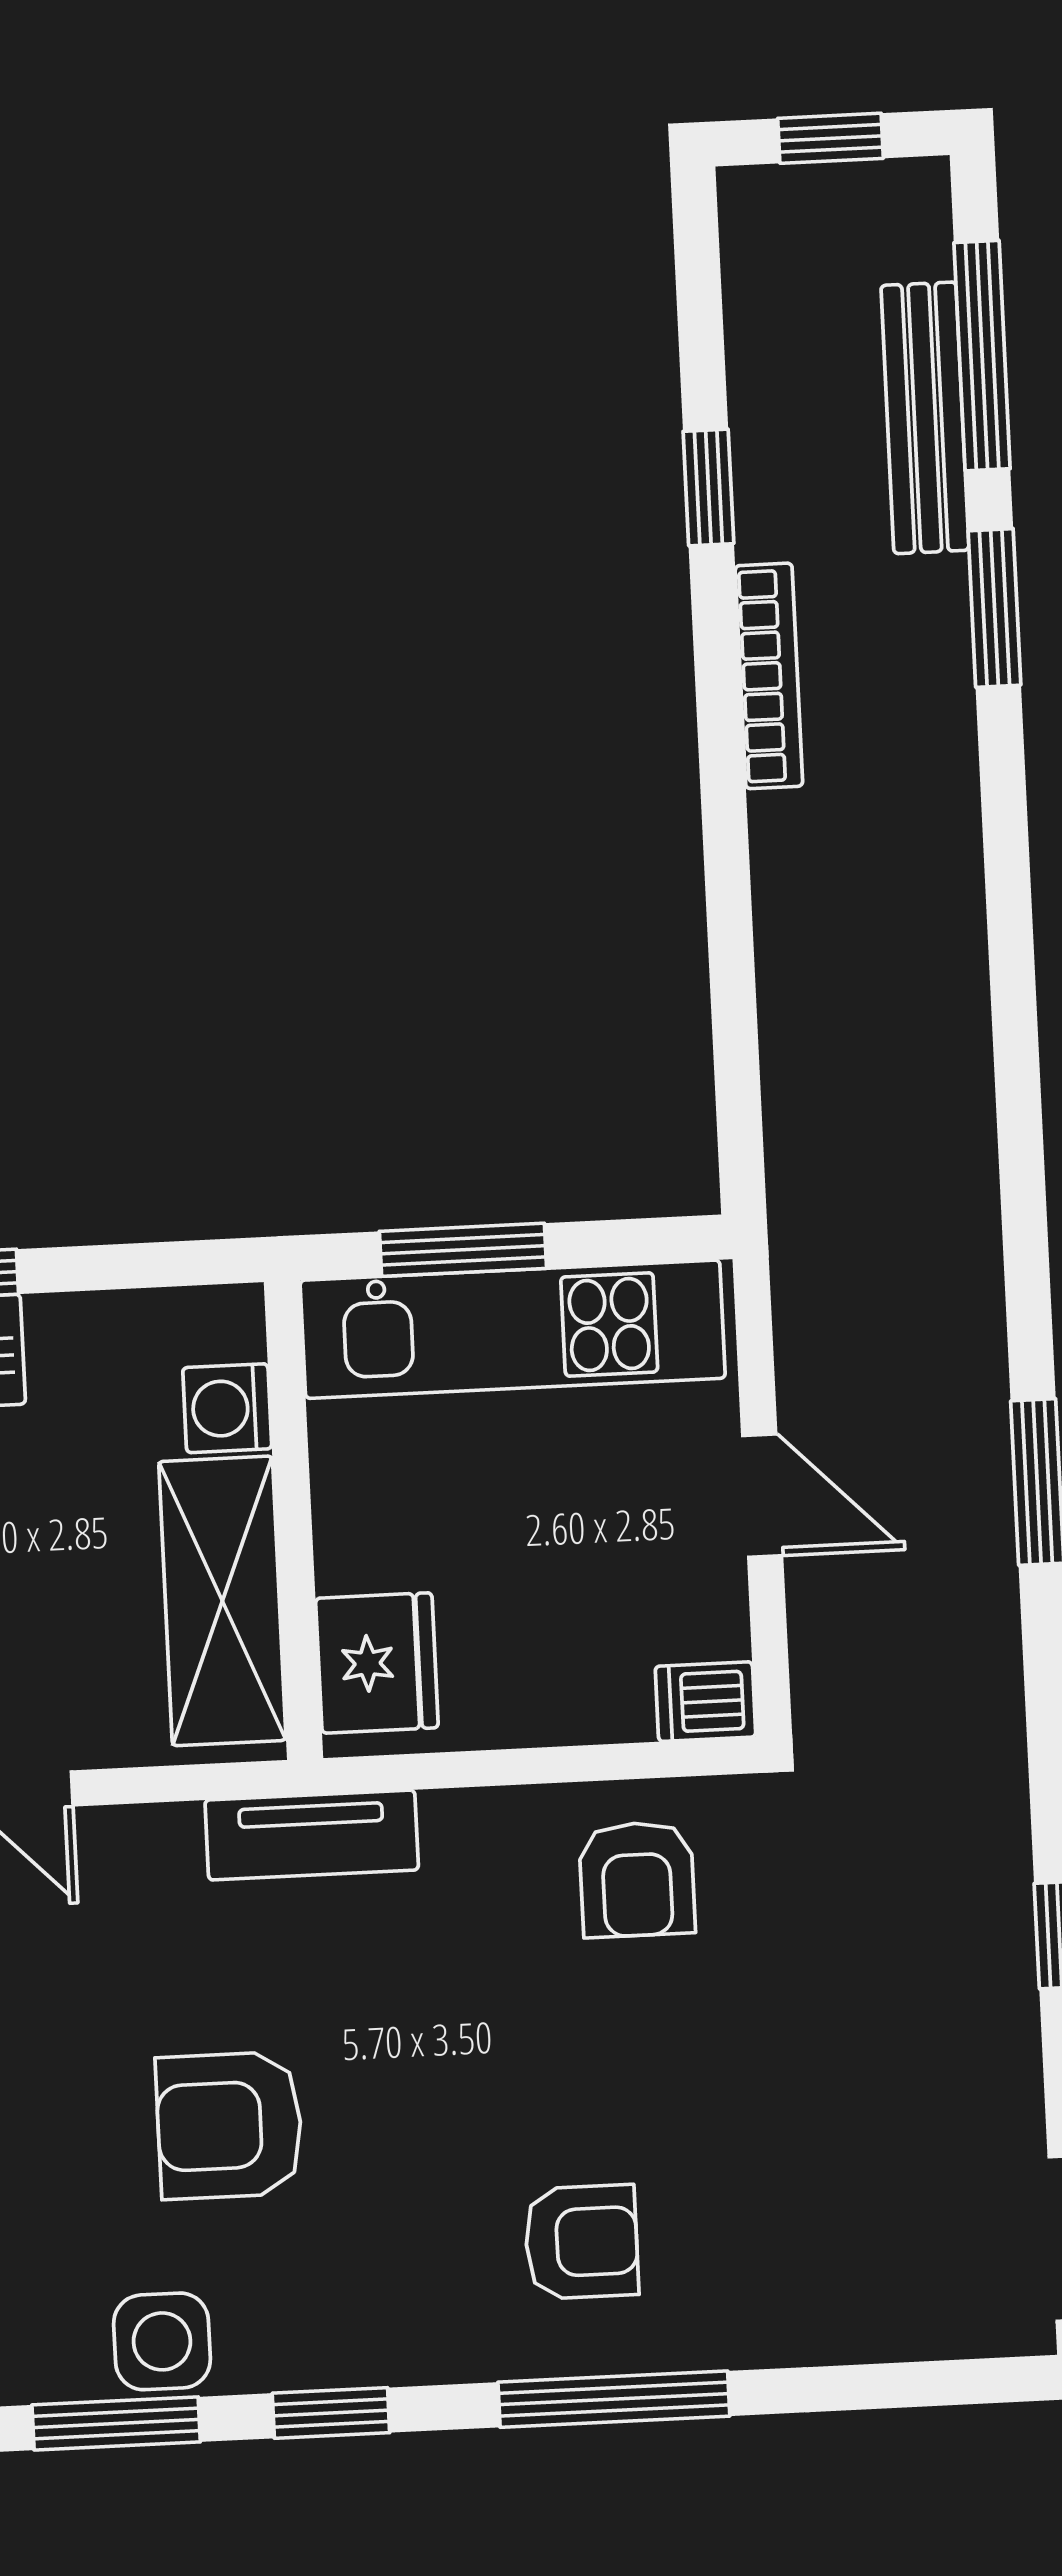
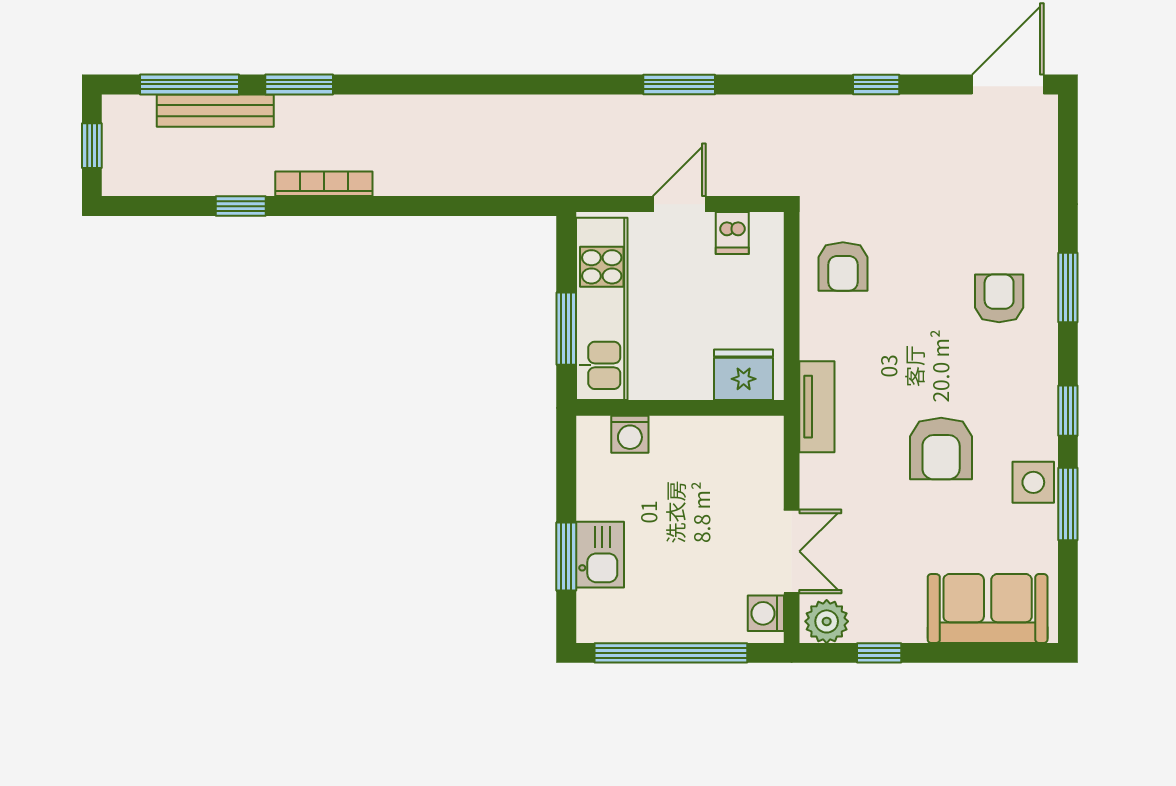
shelving: (222, 1601) -> (713, 440), removed
dishwasher: (705, 1702) -> (732, 233), moved
armchair: (637, 1879) -> (843, 267), turned 90
window: (614, 2399) -> (1068, 288), width x0.69

